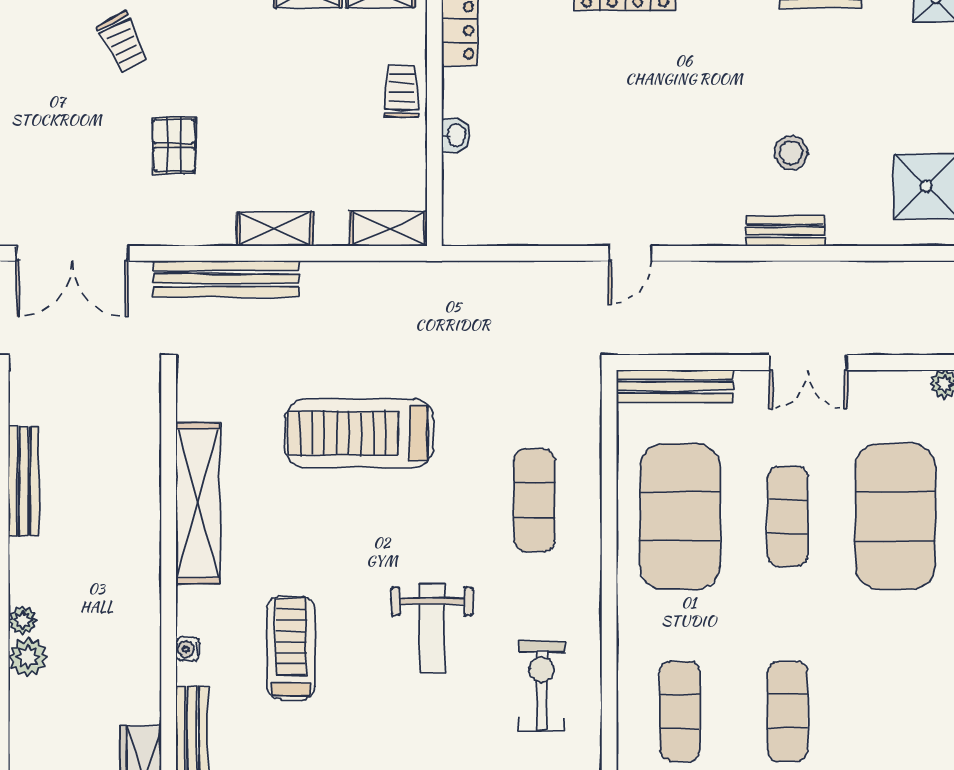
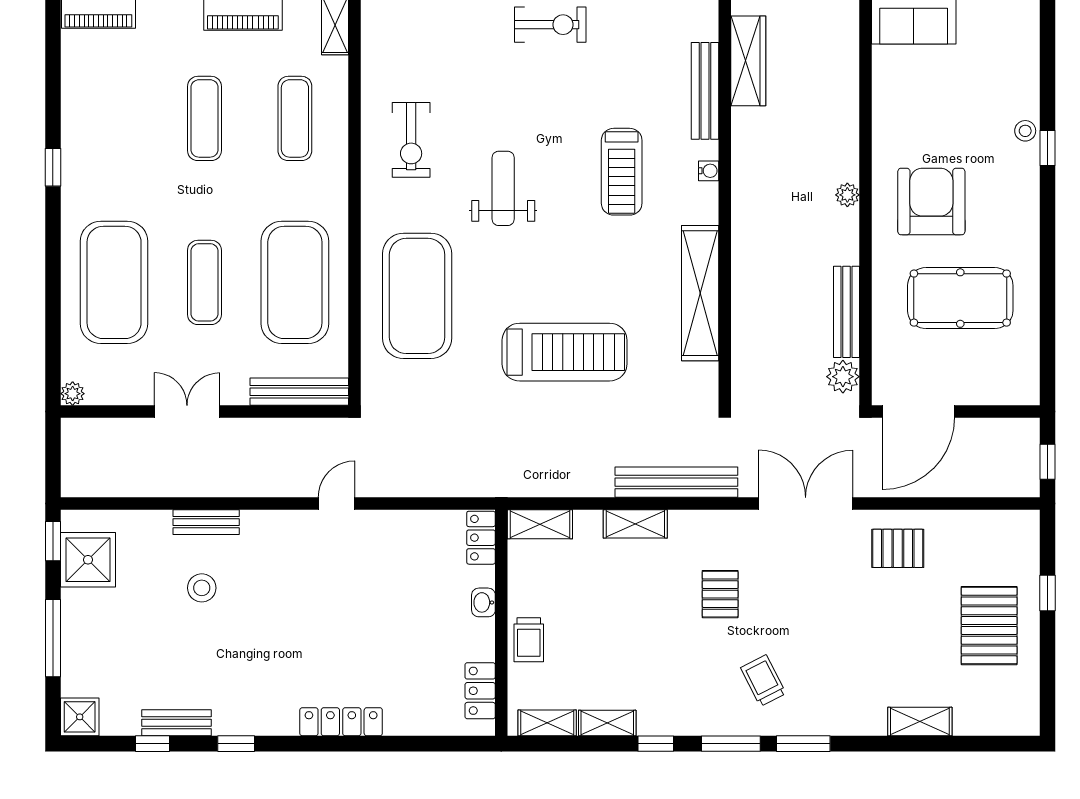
locker: (459, 213) -> (481, 538), added
exercise mat: (535, 500) -> (417, 296), width x2.00, depth x1.45
plant: (28, 657) -> (843, 377), moved

